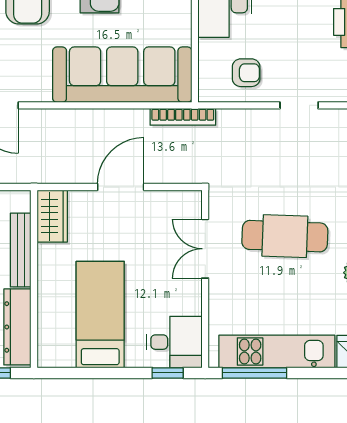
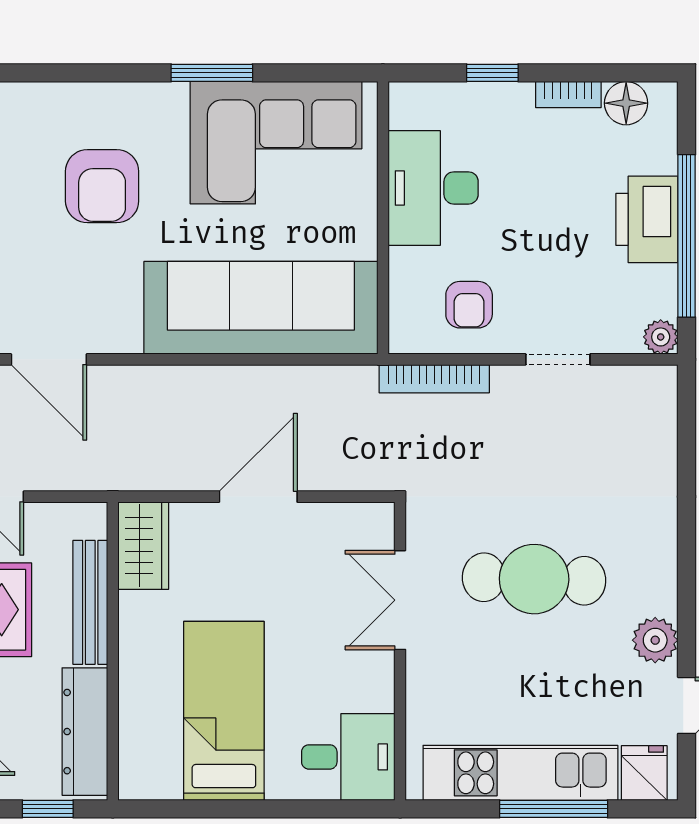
armchair: (246, 73) -> (469, 305), turned 90
bookcase: (183, 117) -> (434, 379), moved
window: (168, 373) -> (337, 809), removed
window: (254, 373) -> (554, 809), moved

